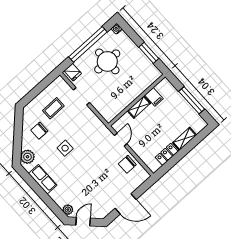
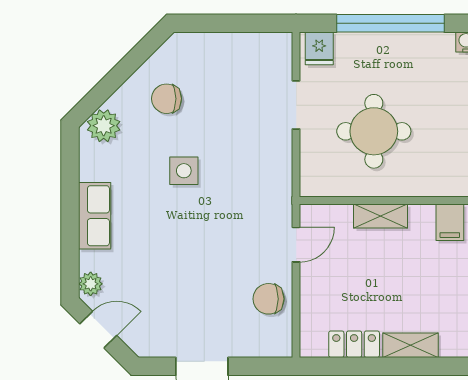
round table: (107, 61) -> (374, 131), moved
filing cabinet: (154, 97) -> (450, 222), moved
coffee table: (53, 108) -> (227, 81), removed
row of seats: (43, 179) -> (95, 216), moved

